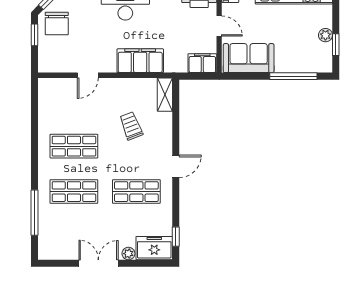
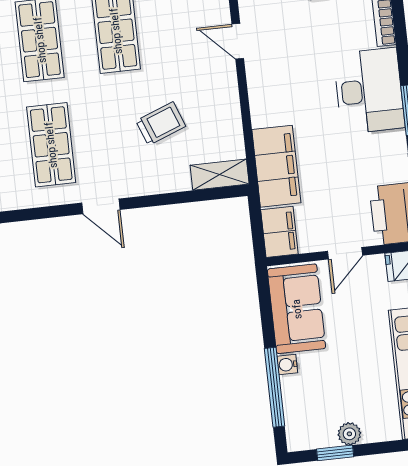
filing cabinet: (140, 61) -> (276, 166), moved
water cooler: (281, 67) -> (287, 365), added

